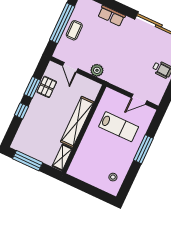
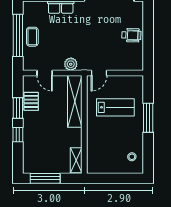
door: (139, 99) -> (99, 73), moved
shelving: (77, 122) -> (75, 101), moved

